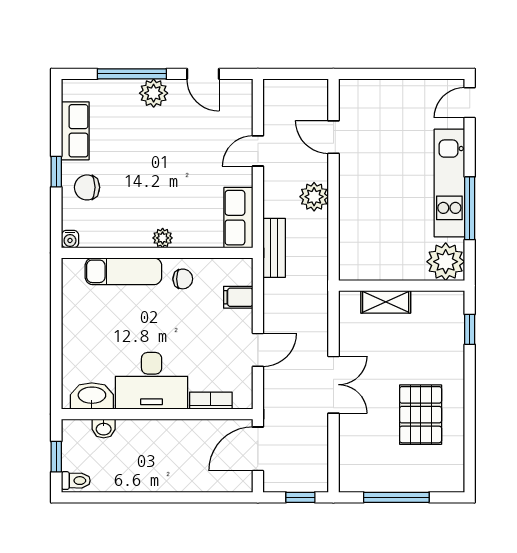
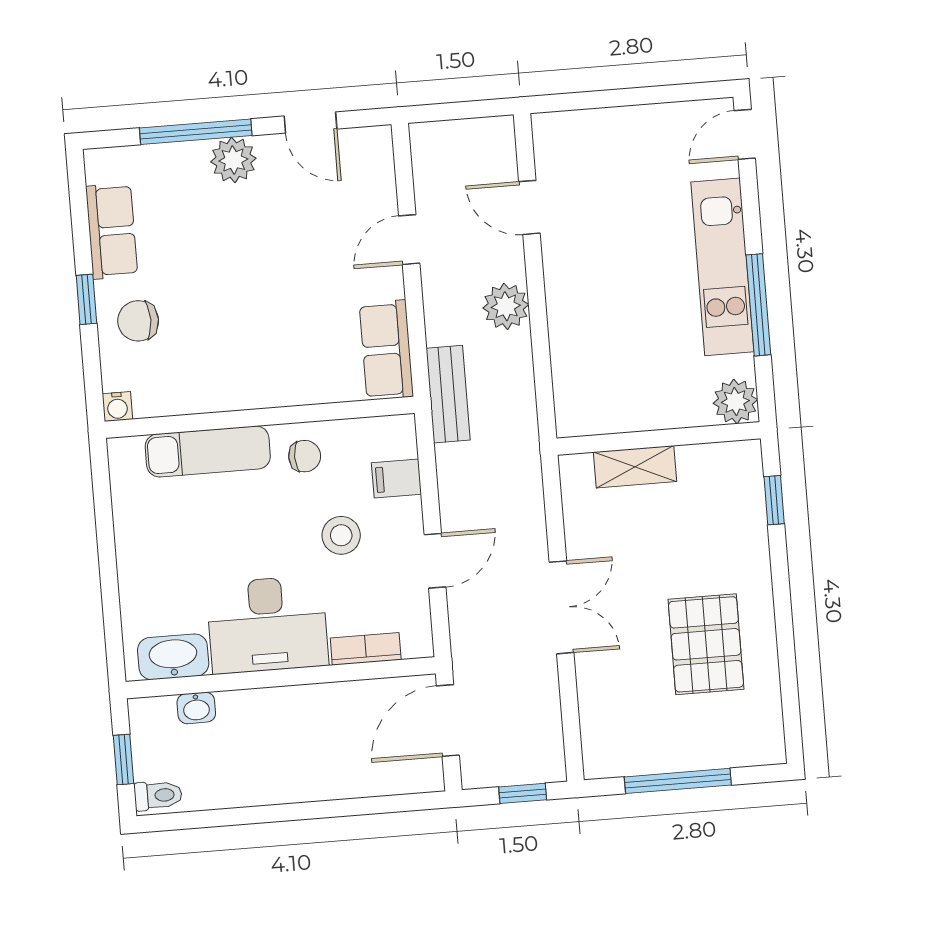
plant: (163, 238) -> (267, 393), removed
plant: (446, 262) -> (735, 402), width x0.73, depth x0.73
stool: (201, 330) -> (341, 535), added

